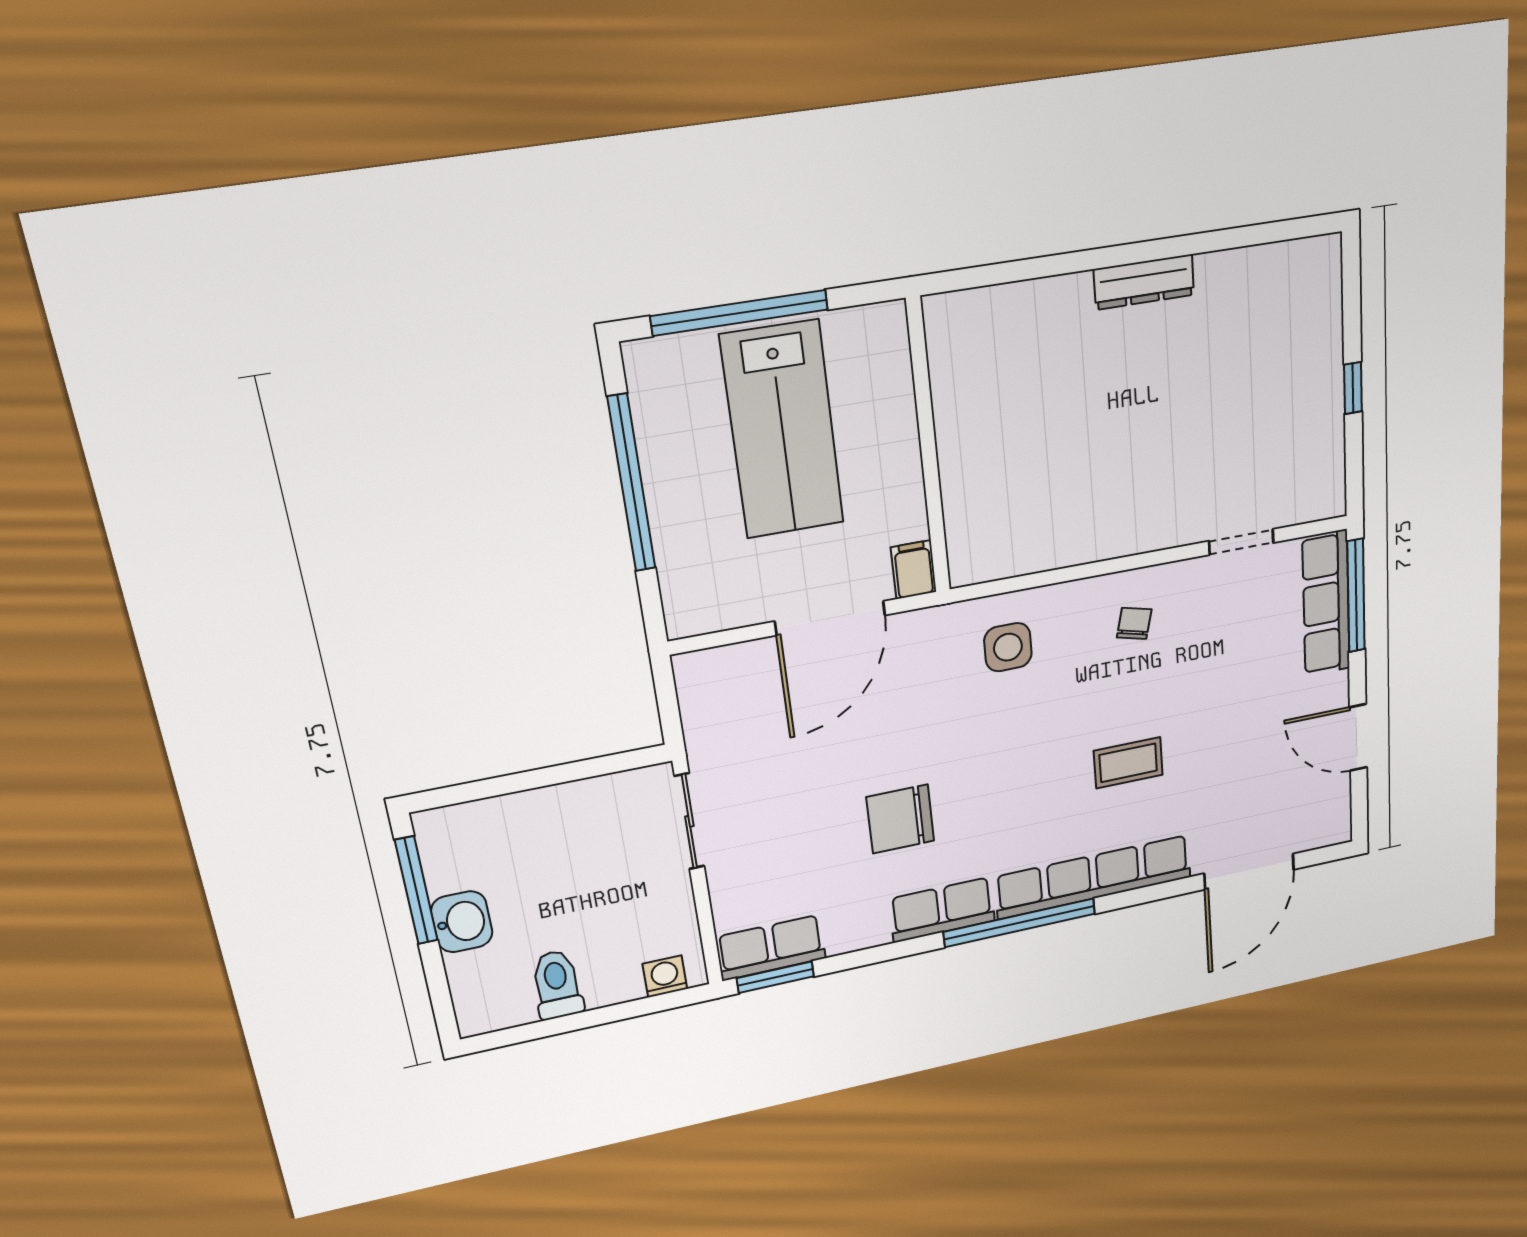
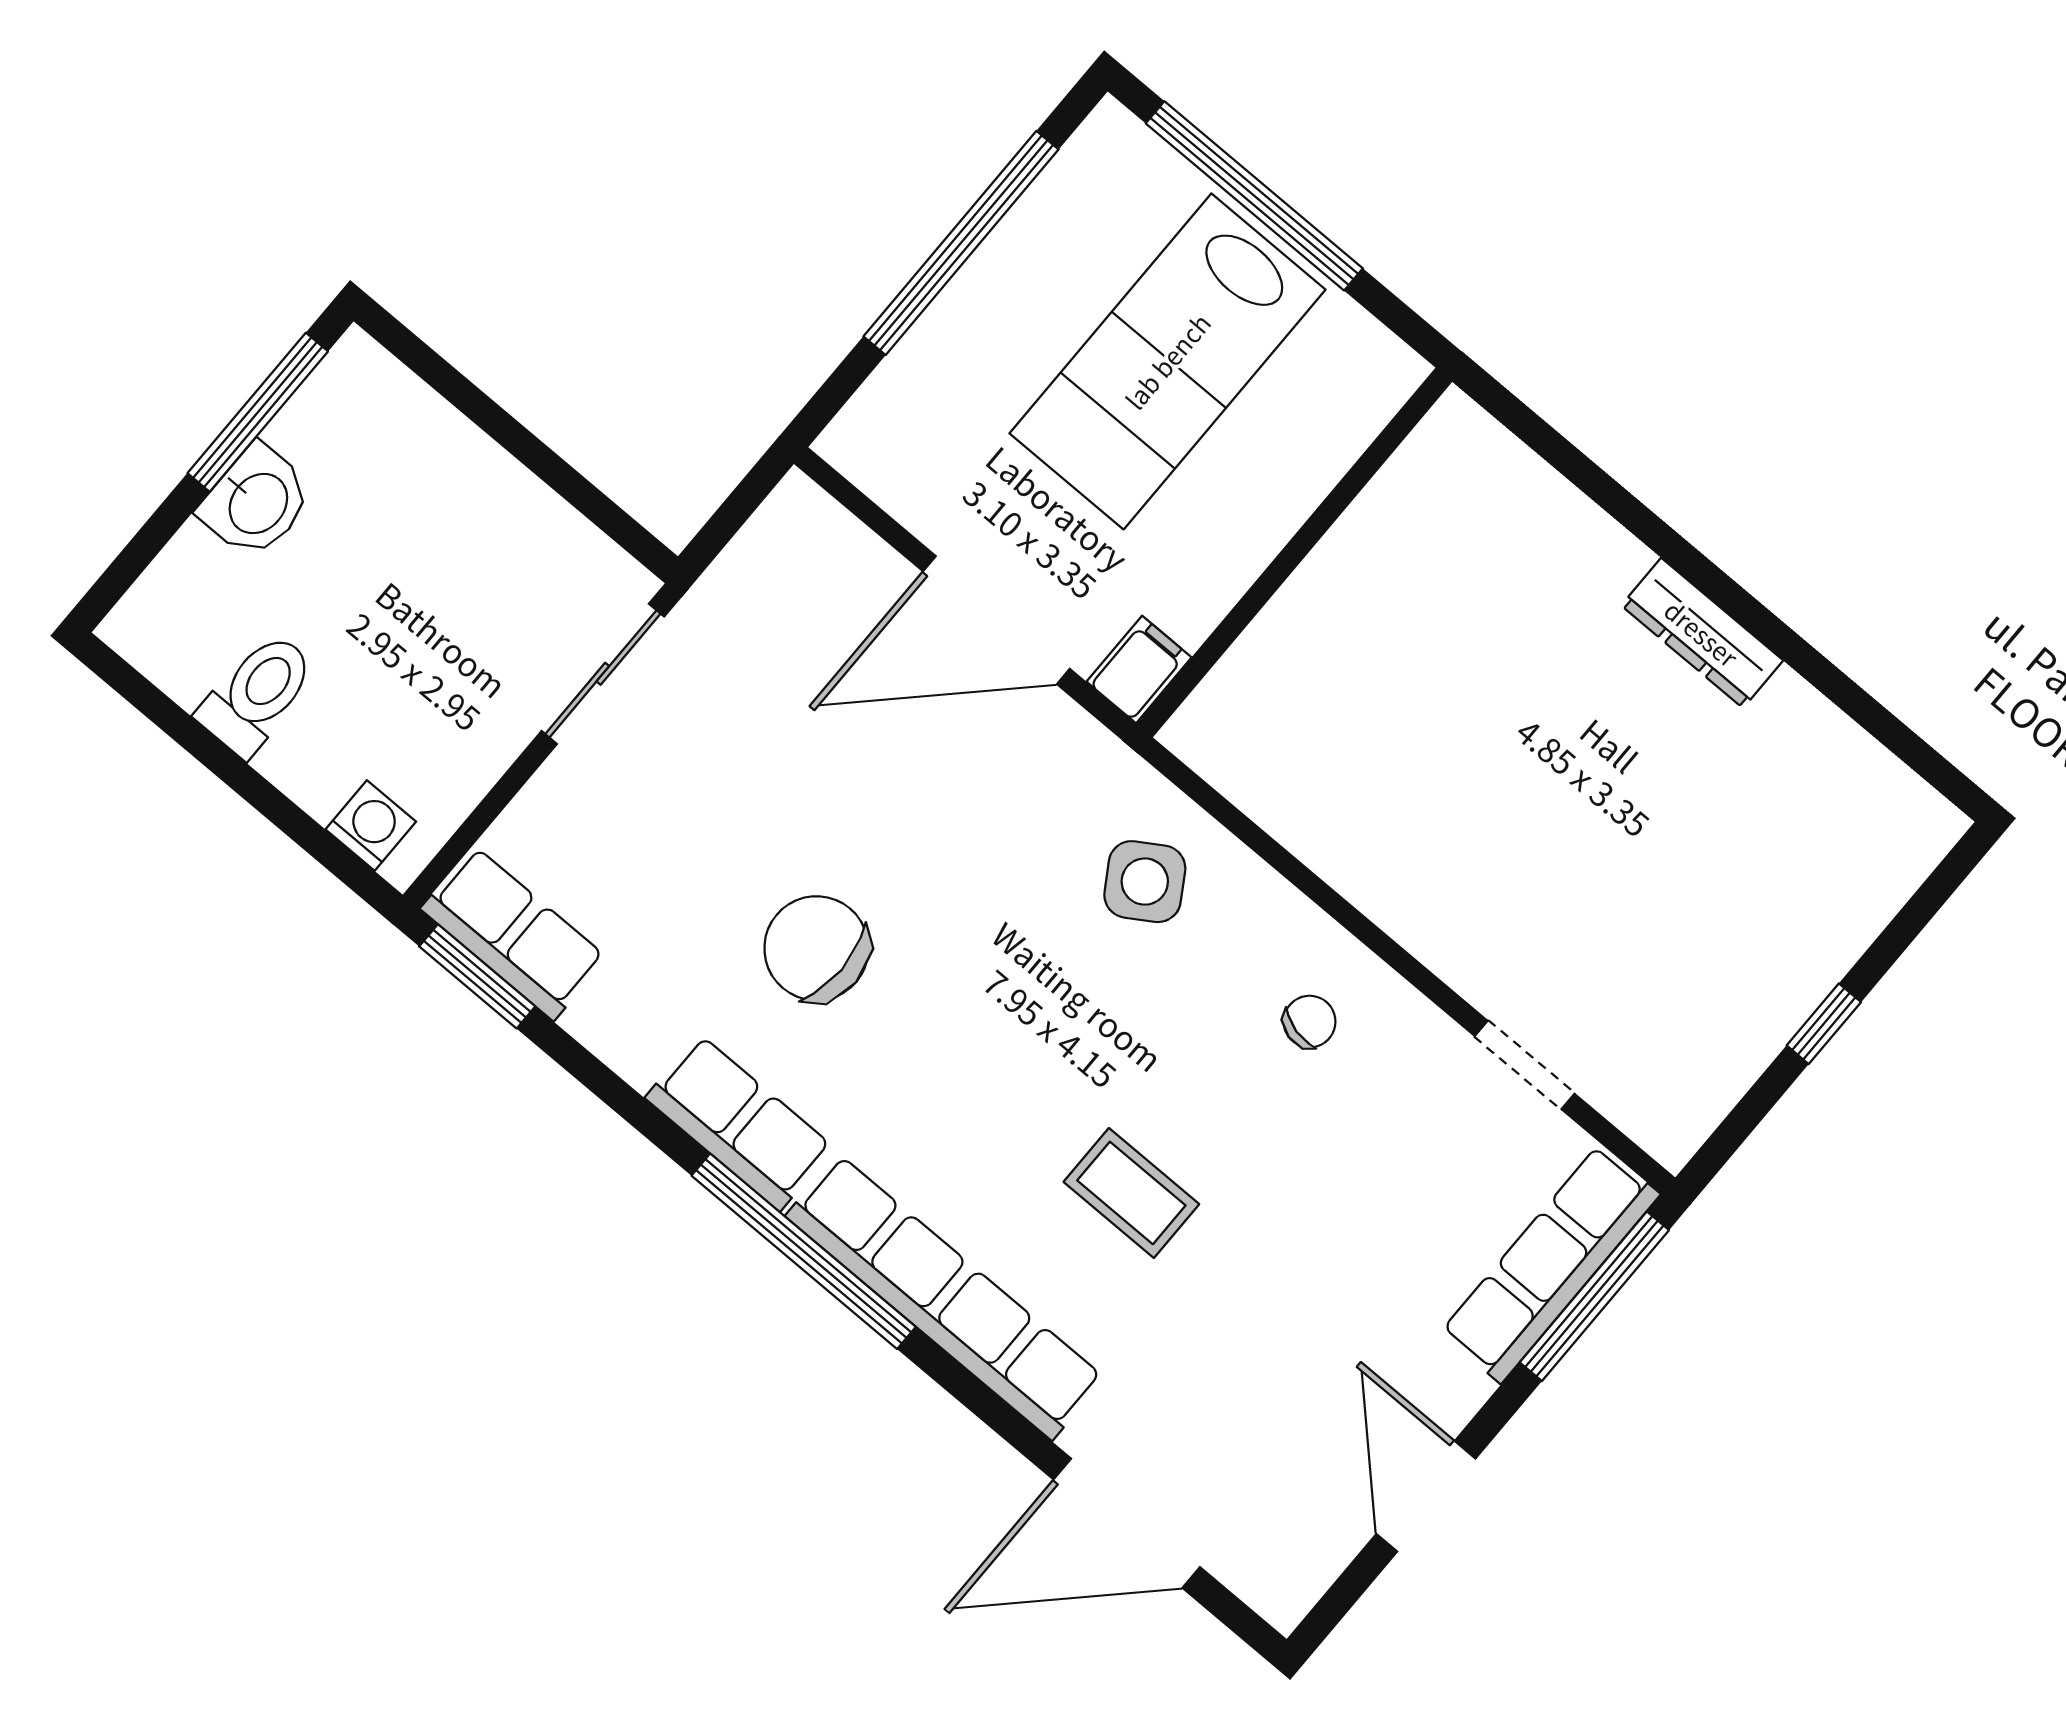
side table: (1008, 647) -> (1145, 882), turned -32

